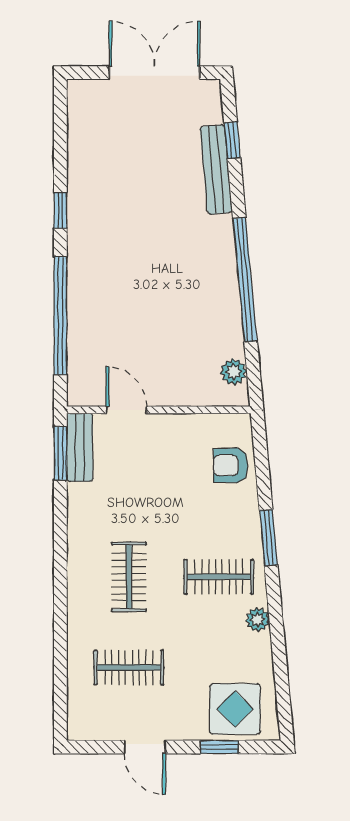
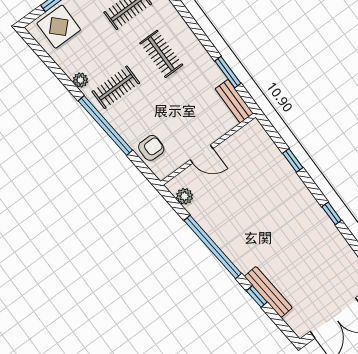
window: (232, 140) -> (257, 297), moved
window: (60, 316) -> (293, 160), width x0.32
door: (126, 410) -> (202, 154), moved
window: (60, 453) -> (228, 72), moved
window: (268, 538) -> (105, 125), width x2.11

